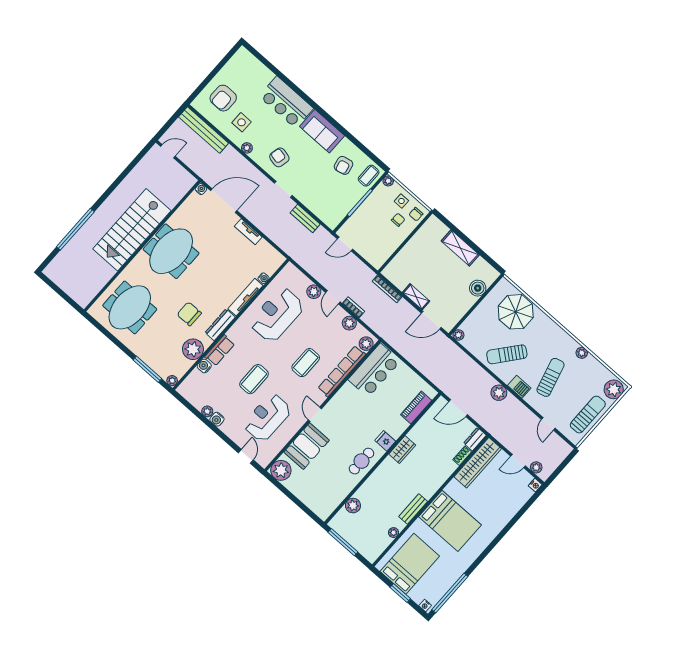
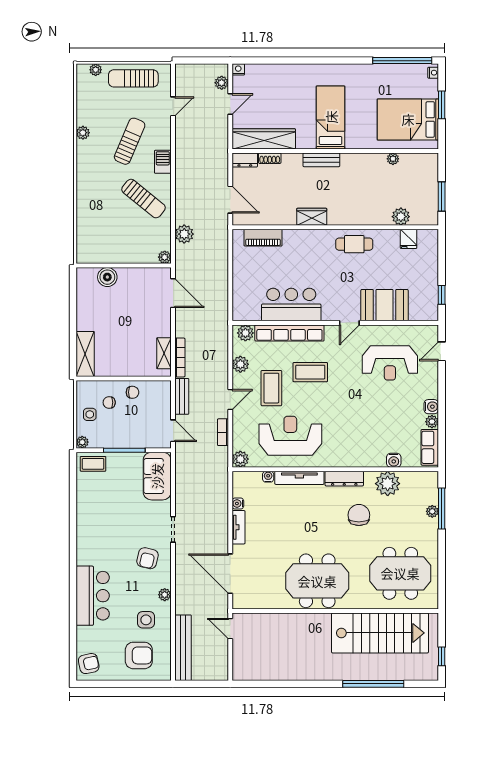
sofa: (322, 131) -> (157, 476), moved, turned 180
door: (168, 151) -> (230, 629), moved
armchair: (343, 165) -> (89, 664), moved
water cooler: (201, 189) -> (238, 503), moved
chair: (416, 214) -> (132, 392), moved
bench: (305, 218) -> (182, 396), moved
stairs: (132, 230) -> (380, 633), moved
shelving: (460, 248) -> (85, 354), moved
window: (55, 287) -> (442, 656), added
plant: (314, 292) -> (240, 459), moved
shelving: (416, 297) -> (164, 353), moved
bookcase: (354, 307) -> (223, 432), moved
parasol: (516, 312) -> (98, 224), removed
chair: (189, 314) -> (359, 515), turned 180
reception desk: (277, 315) -> (290, 436), turned 180
row of seats: (220, 350) -> (430, 447), moved, turned -90
bar counter: (374, 370) -> (291, 305), moved
sun lounger: (551, 377) -> (130, 141), turned 128
coffee table: (254, 379) -> (271, 388), moved, turned 90
plant: (172, 381) -> (432, 511), moved
plant: (614, 389) -> (96, 70), width x0.53, depth x0.53
plant: (499, 393) -> (184, 234), moved
fridge: (385, 441) -> (409, 239), moved
door: (518, 461) -> (230, 104), hinge flipped
plant: (281, 470) -> (426, 309), removed
window: (281, 488) -> (442, 295), added
bench: (413, 509) -> (321, 160), moved
bed: (450, 521) -> (331, 117), width x0.67
window: (343, 542) -> (442, 196), width x0.69

